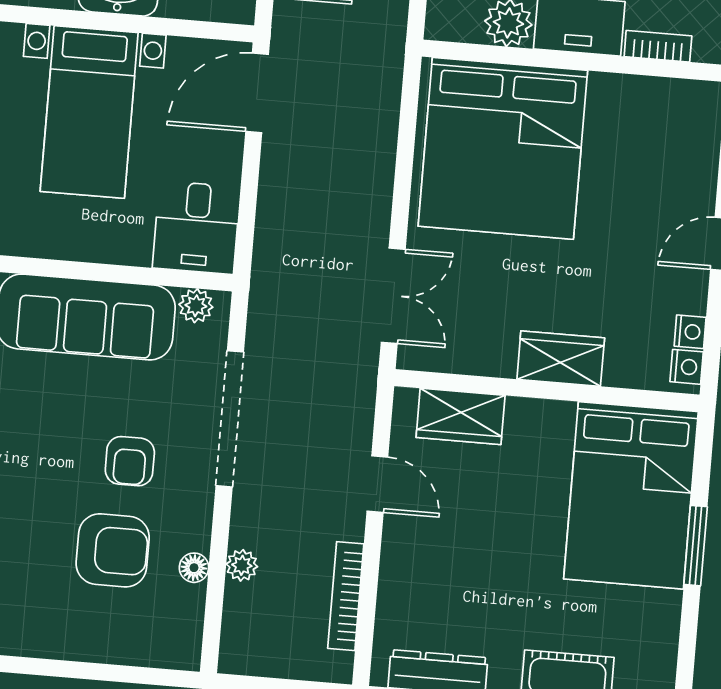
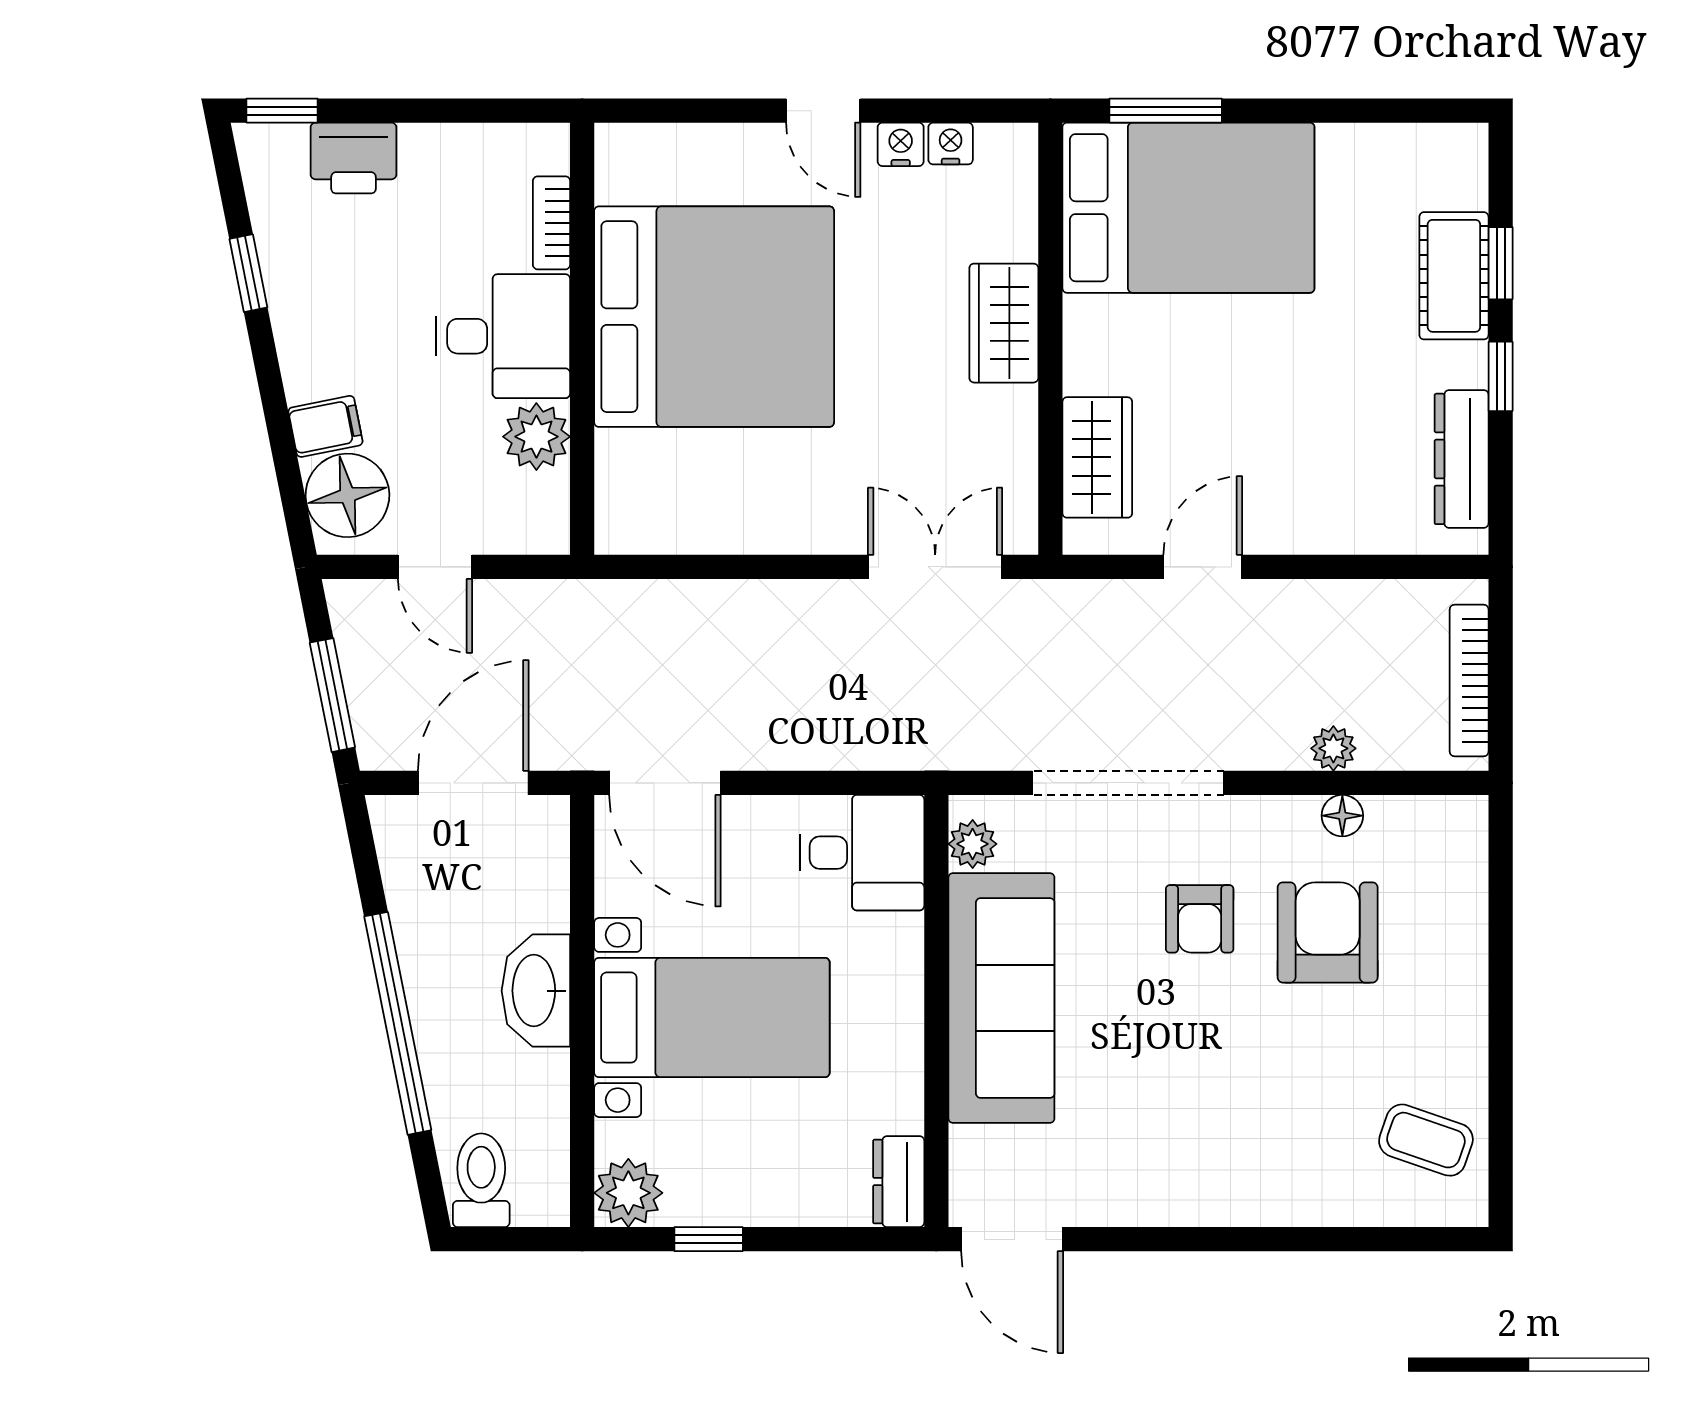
bed: (503, 148) -> (714, 317), moved
nightstand: (687, 367) -> (901, 144), moved
armchair: (130, 461) -> (1200, 919), turned 90
window: (696, 546) -> (1166, 111), moved
bookcase: (346, 596) -> (1469, 680), moved, turned 90

